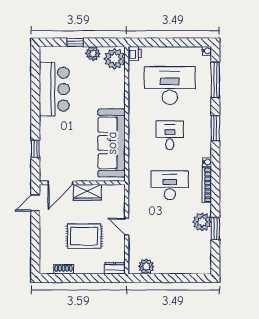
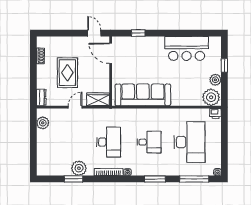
wardrobe: (87, 192) -> (98, 99), moved, turned 90

